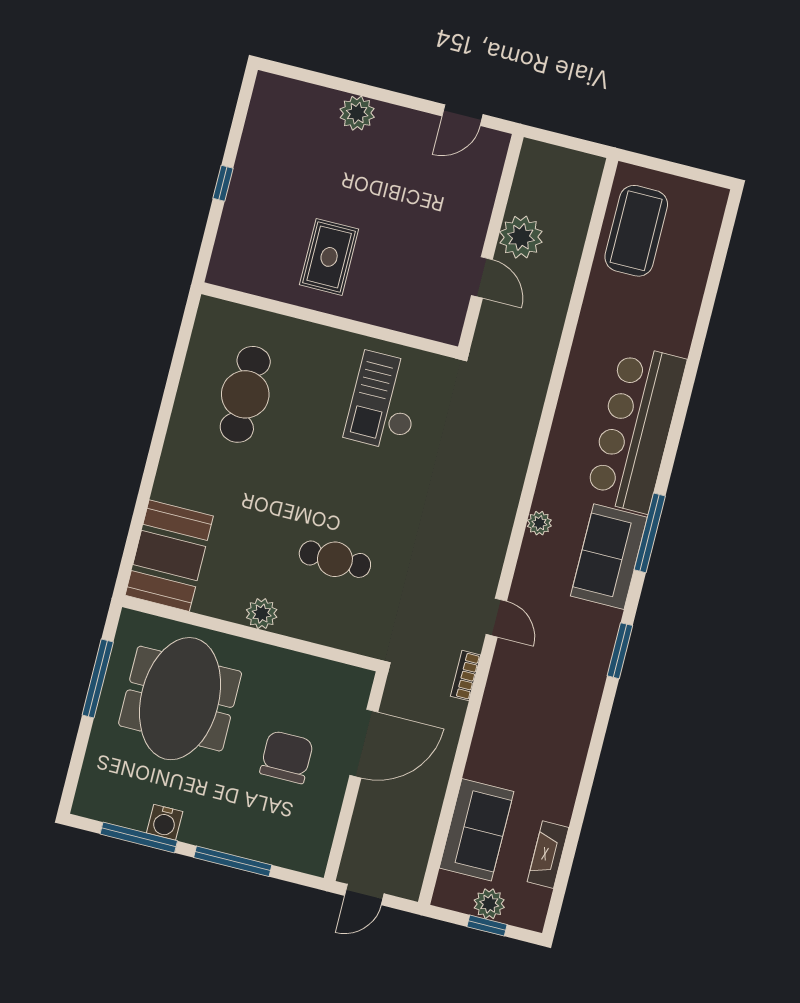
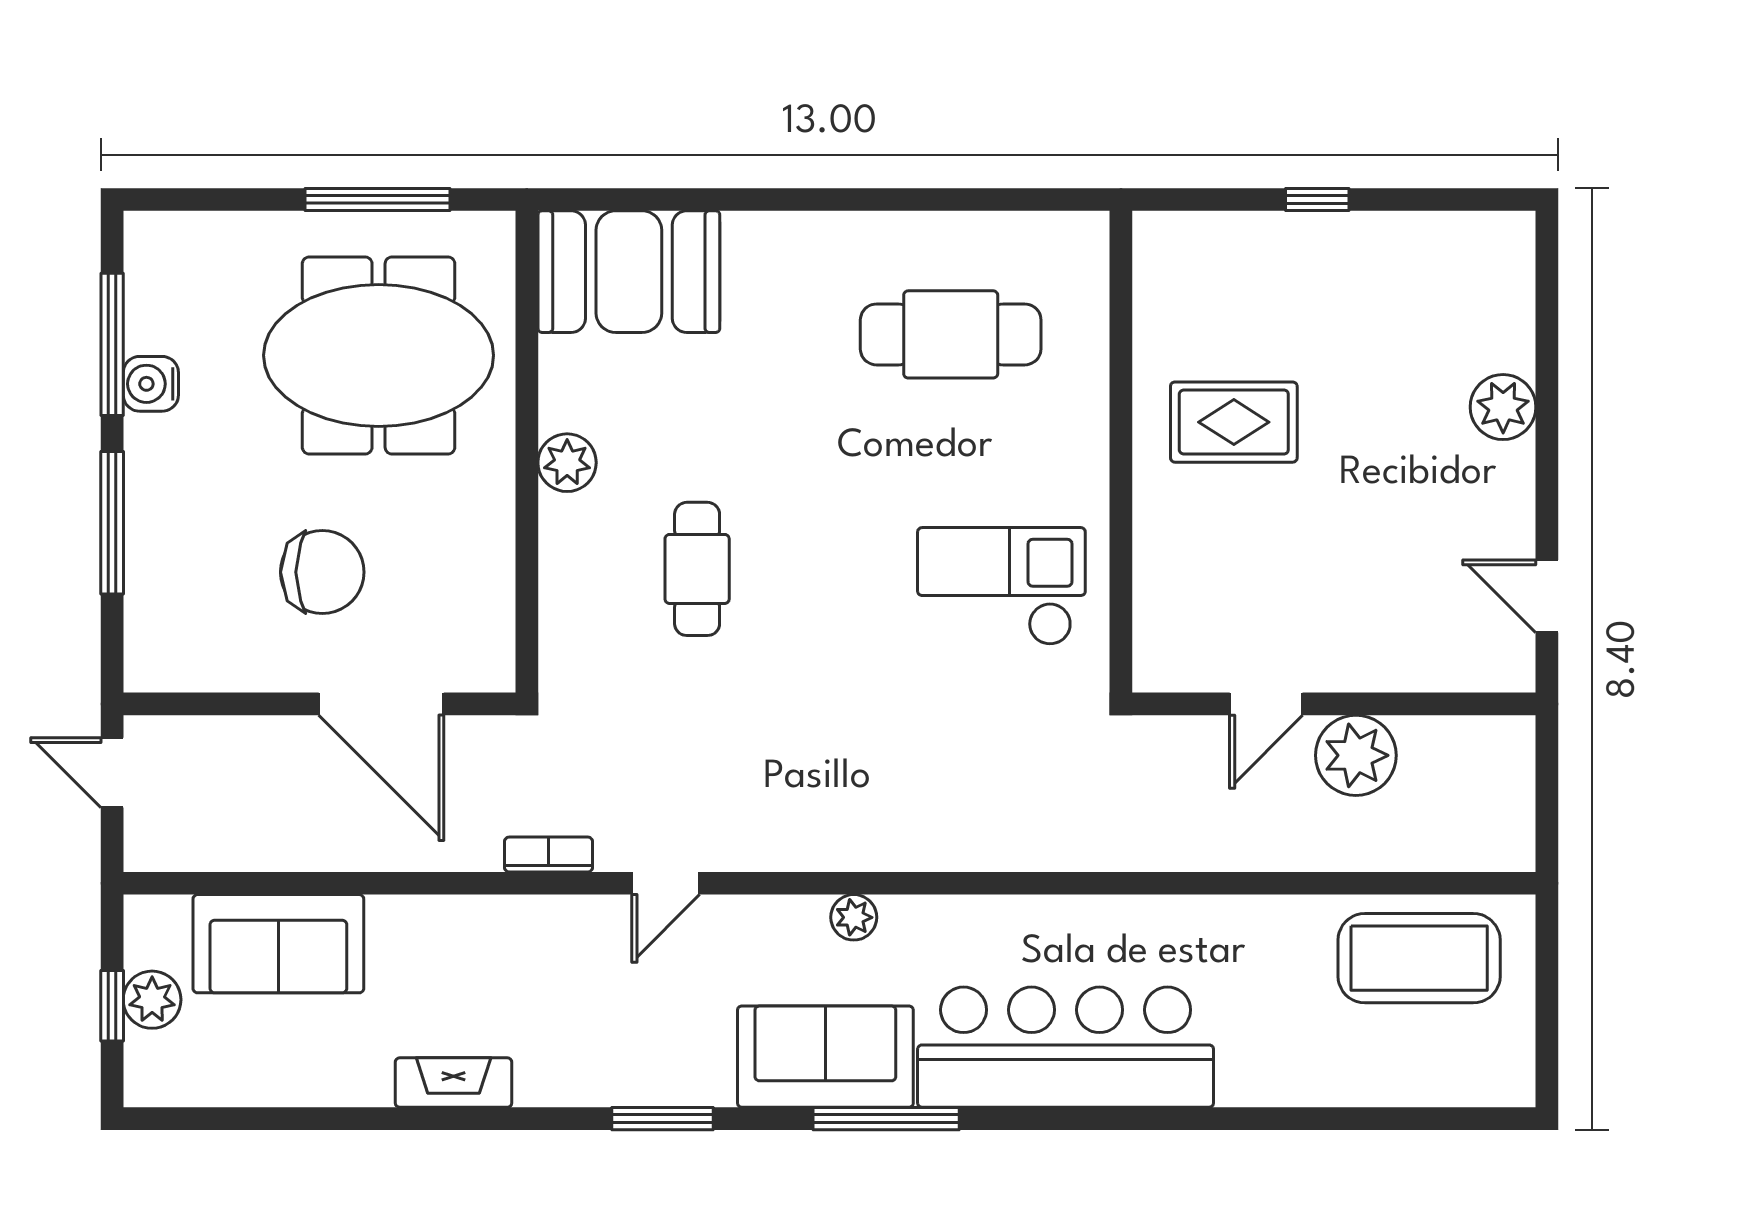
fireplace: (548, 855) -> (454, 1083), moved

